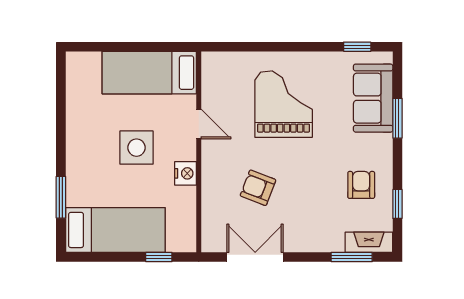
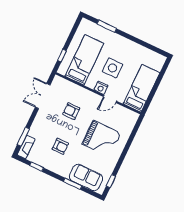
nightstand: (186, 173) -> (101, 88), moved
armchair: (361, 185) -> (60, 146), moved
armchair: (258, 188) -> (71, 111), turned -111
bed: (115, 230) -> (84, 60), moved, turned 180
double door: (255, 257) -> (43, 96), swing flipped

